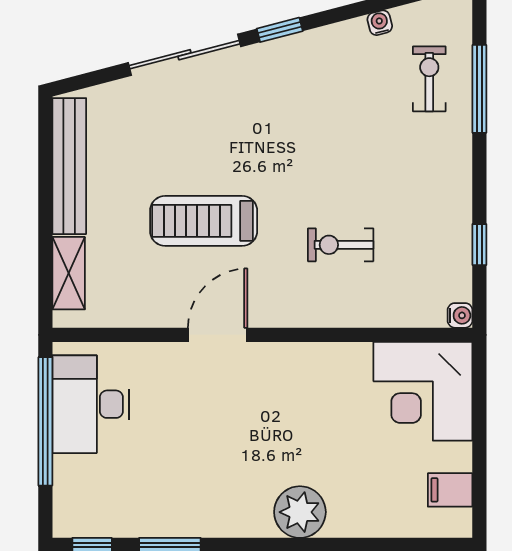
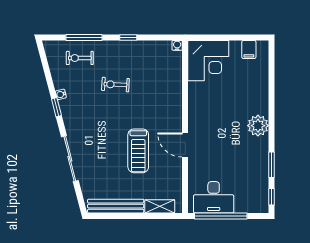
water cooler: (380, 23) -> (61, 94), moved
window: (280, 30) -> (56, 107), moved
exercise bike: (341, 245) -> (115, 85), moved, turned 93
window: (479, 245) -> (128, 37), moved
plant: (300, 512) -> (258, 126), moved

